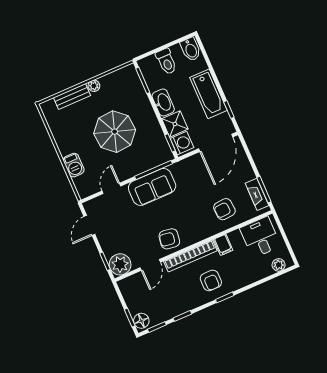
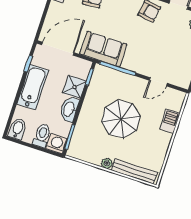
bench: (72, 96) -> (134, 171), width x1.36
washing machine: (182, 143) -> (56, 144), moved, turned 90
sofa: (152, 187) -> (103, 49), moved

